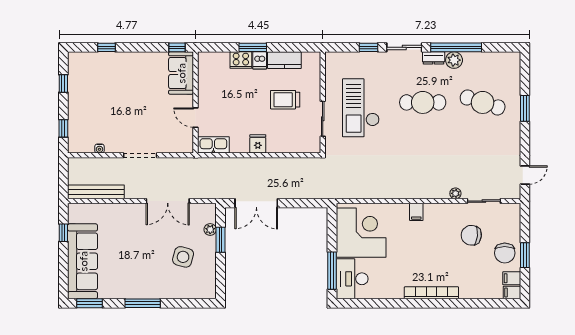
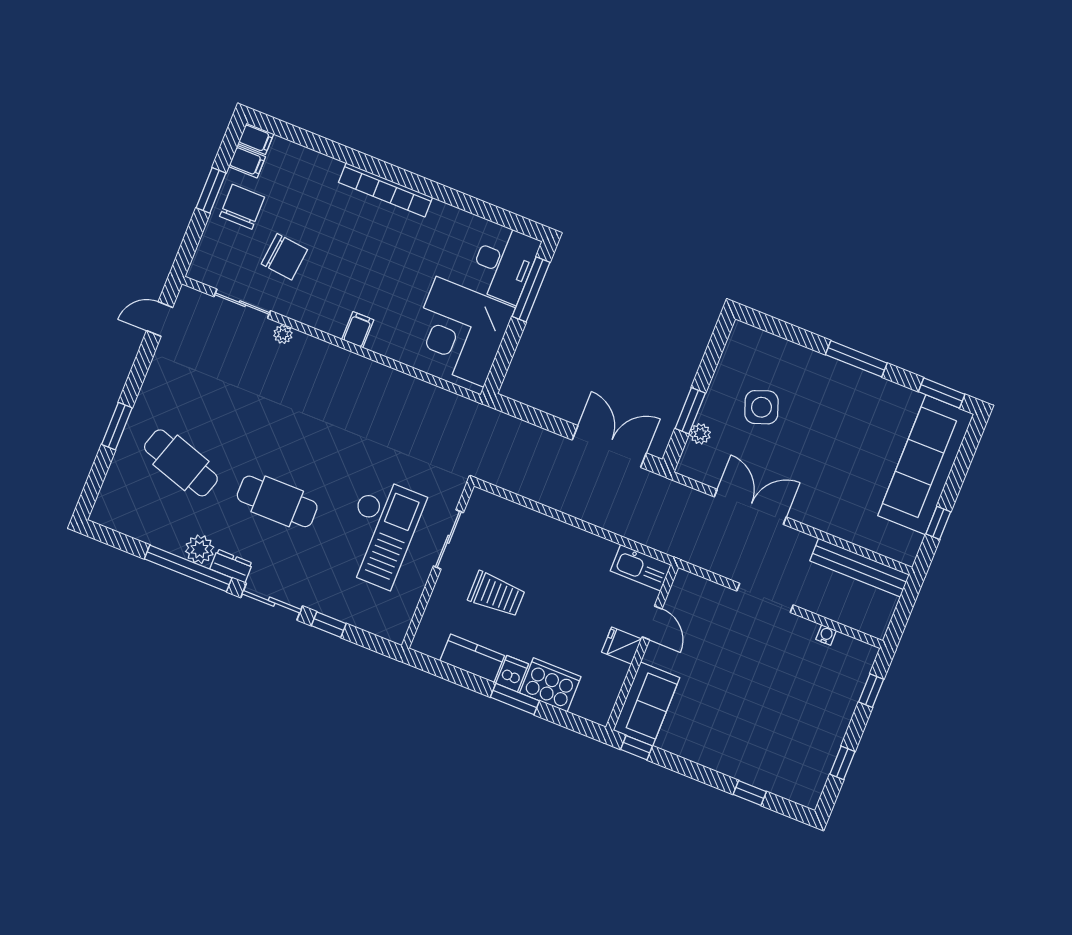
cooker: (241, 60) -> (550, 685), width x1.37, depth x1.31
fridge: (258, 144) -> (622, 646), moved, turned 90
side table: (183, 257) -> (761, 407), turned -35

